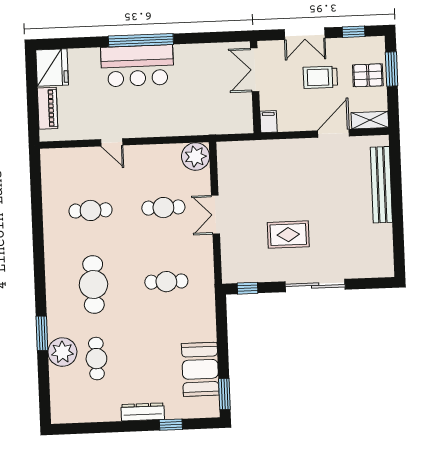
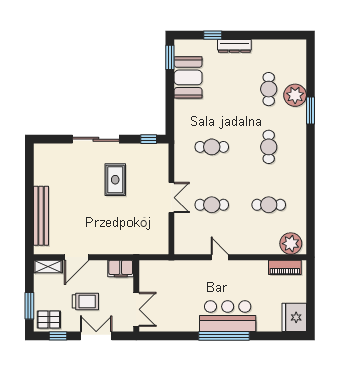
pallet: (368, 75) -> (49, 319), moved
piano: (48, 108) -> (285, 267), moved, turned -90
filing cabinet: (269, 122) -> (121, 269), width x2.00
door: (112, 142) -> (220, 257), moved
plant: (196, 157) -> (291, 244), moved
rug: (288, 235) -> (115, 180), turned 90
cafe table: (93, 285) -> (269, 147), width x0.73, depth x0.74

